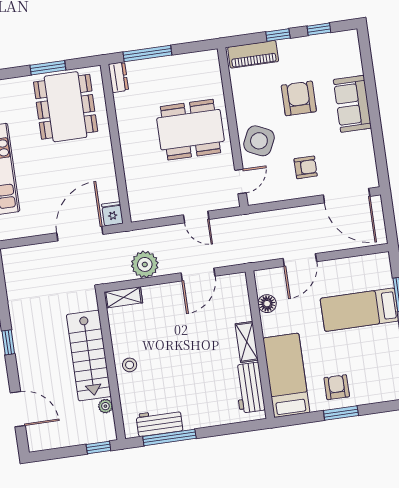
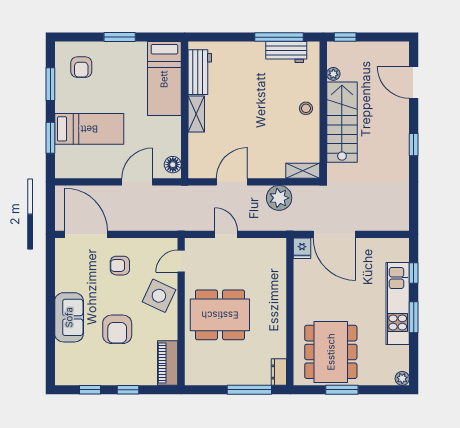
piano: (253, 54) -> (168, 363), moved, turned -90
door: (80, 234) -> (334, 234), hinge flipped
floor lamp: (267, 304) -> (173, 165), moved
armchair: (337, 387) -> (81, 67), moved

